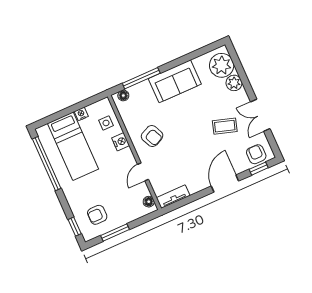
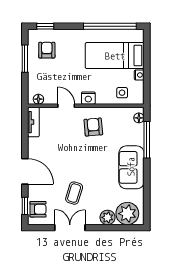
armchair: (152, 136) -> (93, 127), turned 110
nightstand: (121, 142) -> (88, 98), moved

